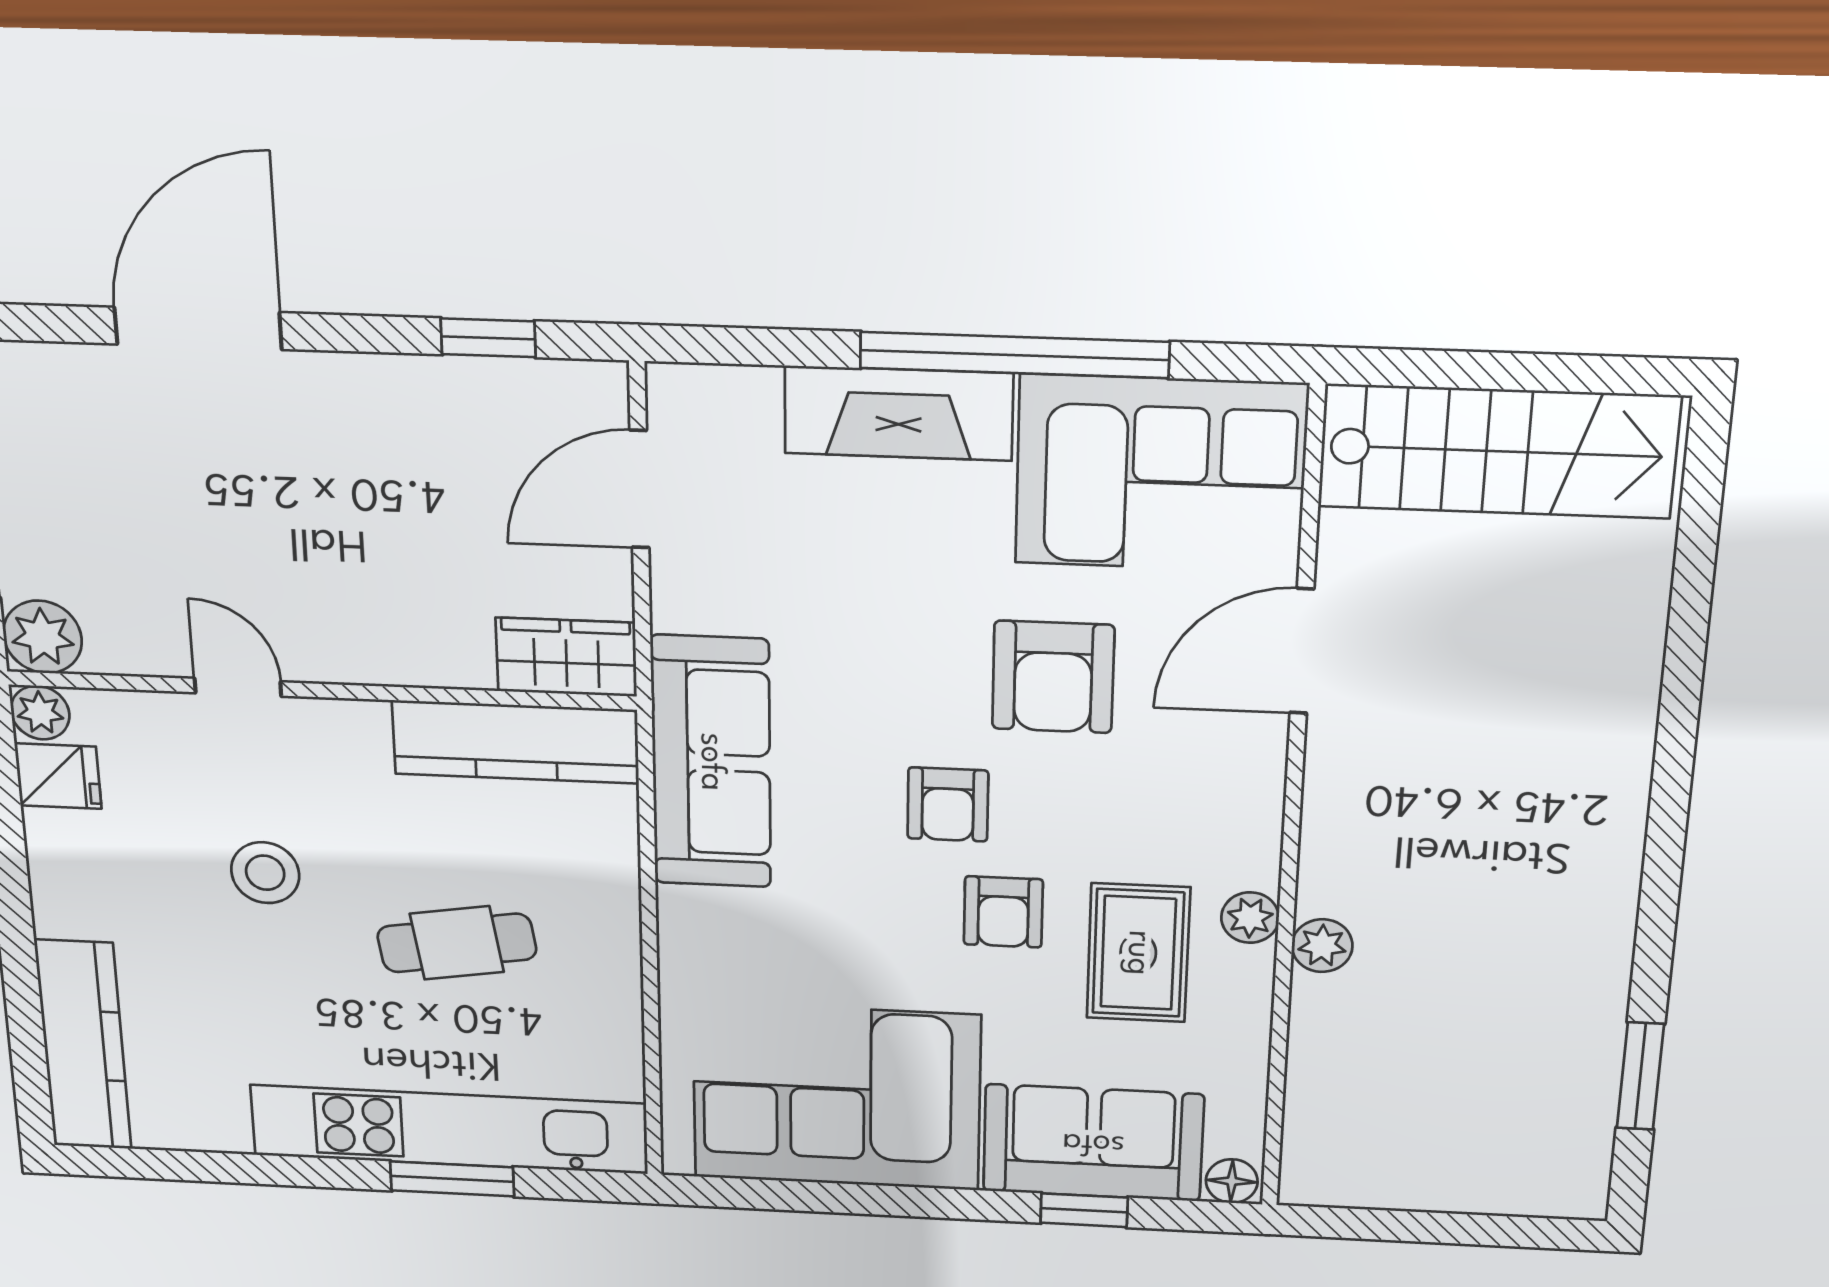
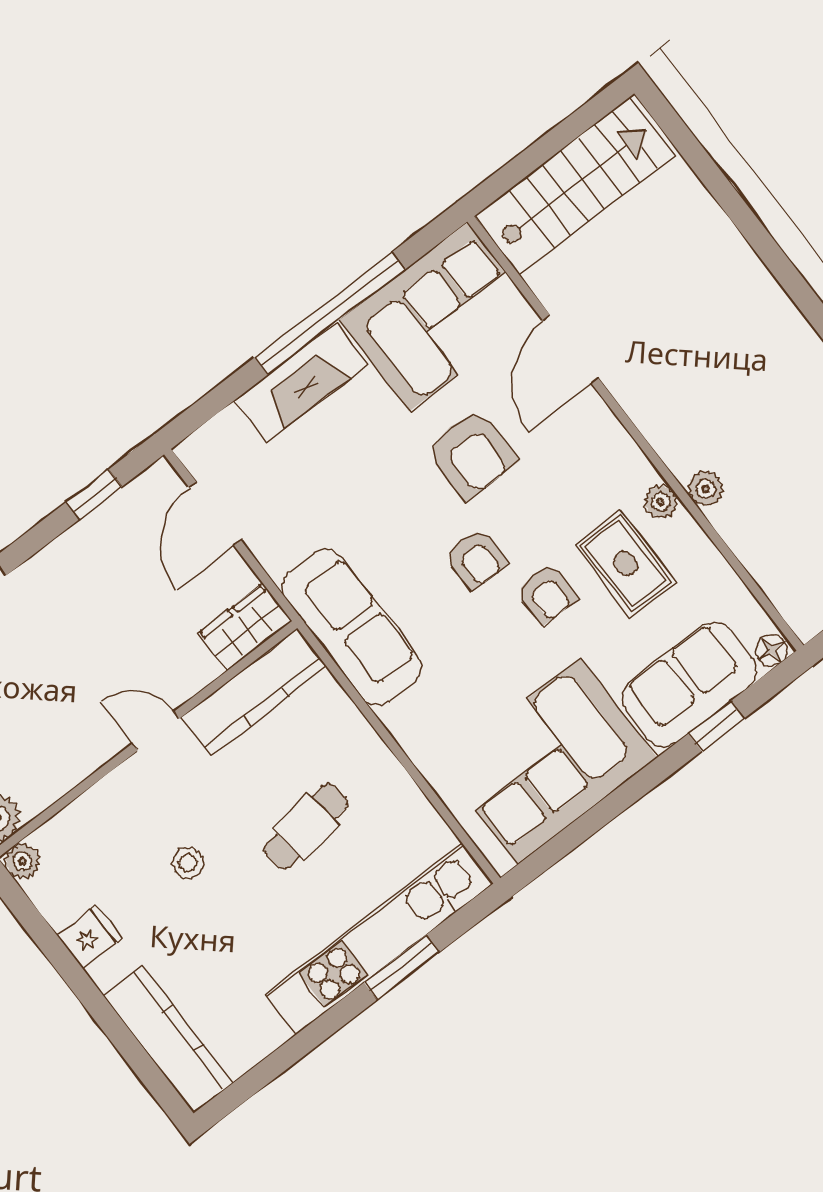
door: (238, 687) -> (156, 731), moved
fridge: (58, 776) -> (90, 937), moved
stool: (265, 873) -> (188, 863), width x0.73, depth x0.73

